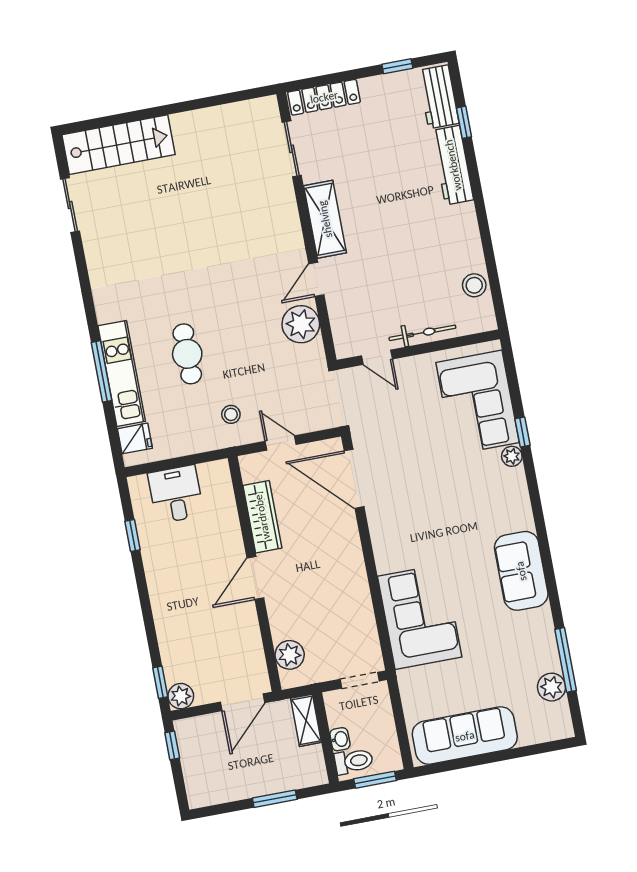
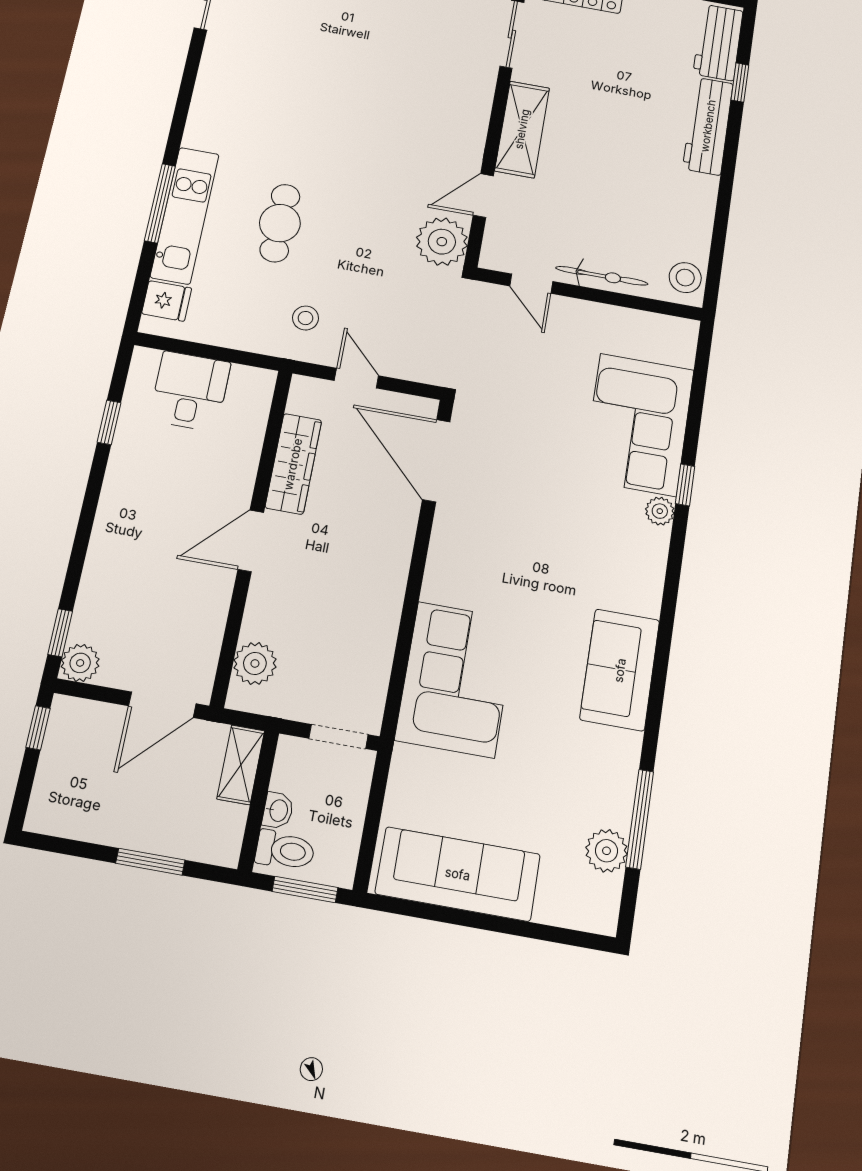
bicycle: (422, 333) -> (602, 276), moved
wall: (418, 349) -> (589, 294), moved
door: (377, 357) -> (531, 284), moved

